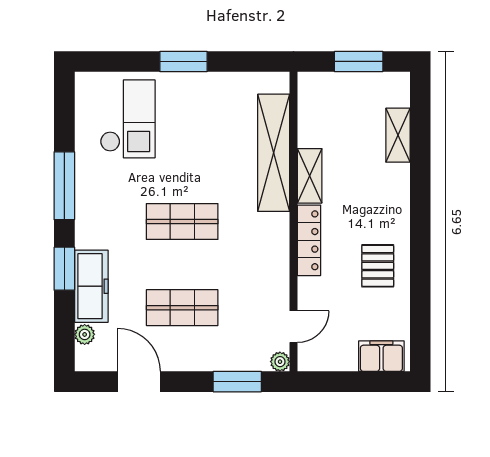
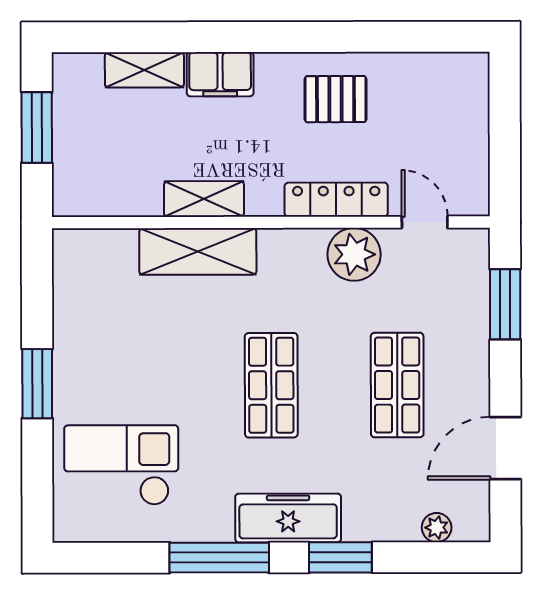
shelving: (274, 153) -> (198, 251), width x0.68
locker: (309, 240) -> (336, 200), moved
freezer: (91, 286) -> (288, 518), moved
filing cabinet: (381, 356) -> (220, 74), moved, turned -90
plant: (280, 362) -> (354, 254), moved, width x1.87, depth x1.87

